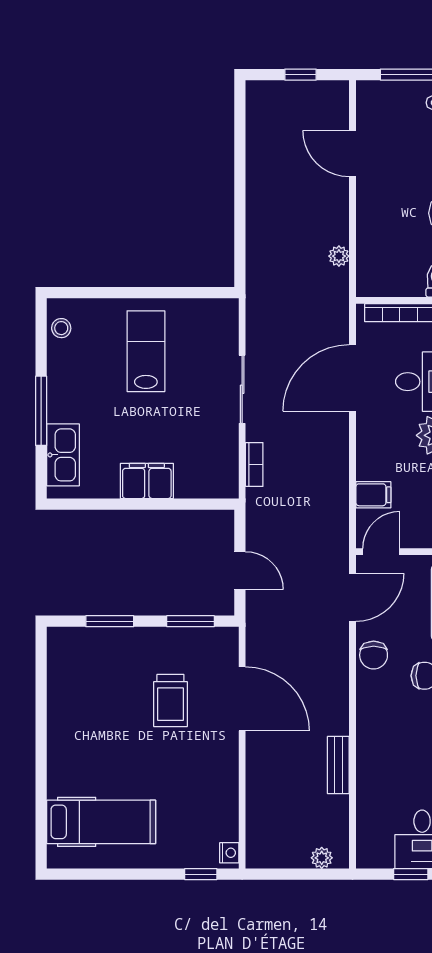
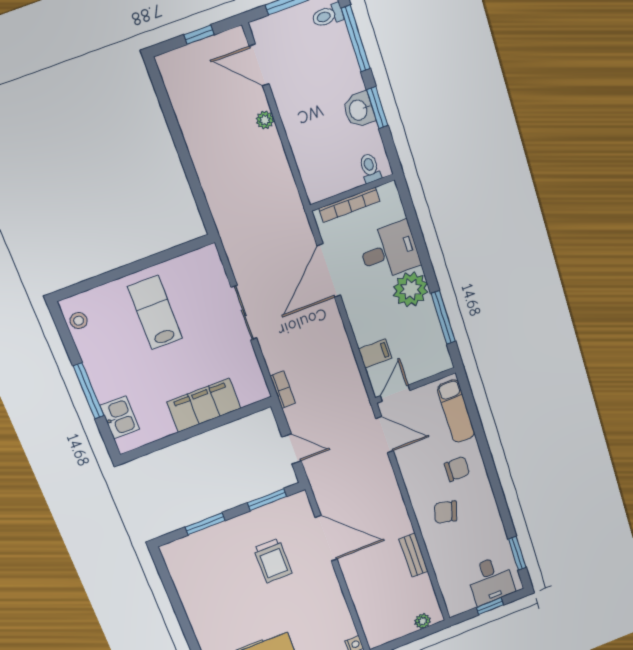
door: (353, 154) -> (259, 65), moved
plant: (339, 256) -> (265, 120), moved
kitchen sink: (63, 455) -> (120, 417), width x0.73
bookcase: (254, 464) -> (283, 390), moved
filing cabinet: (147, 481) -> (204, 405), width x1.50, depth x1.17
door: (353, 597) -> (384, 435), hinge flipped
chair: (374, 655) -> (446, 512), moved, turned 105

